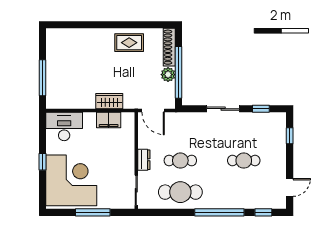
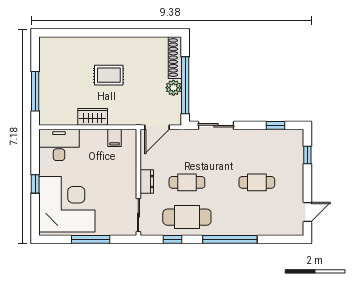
rug: (129, 43) -> (109, 75), moved
wardrobe: (109, 101) -> (93, 117), moved
sliding door: (223, 109) -> (216, 125), moved
door: (153, 110) -> (157, 127), hinge flipped
filing cabinet: (109, 120) -> (115, 138), width x0.50
window: (263, 212) -> (172, 239), moved

